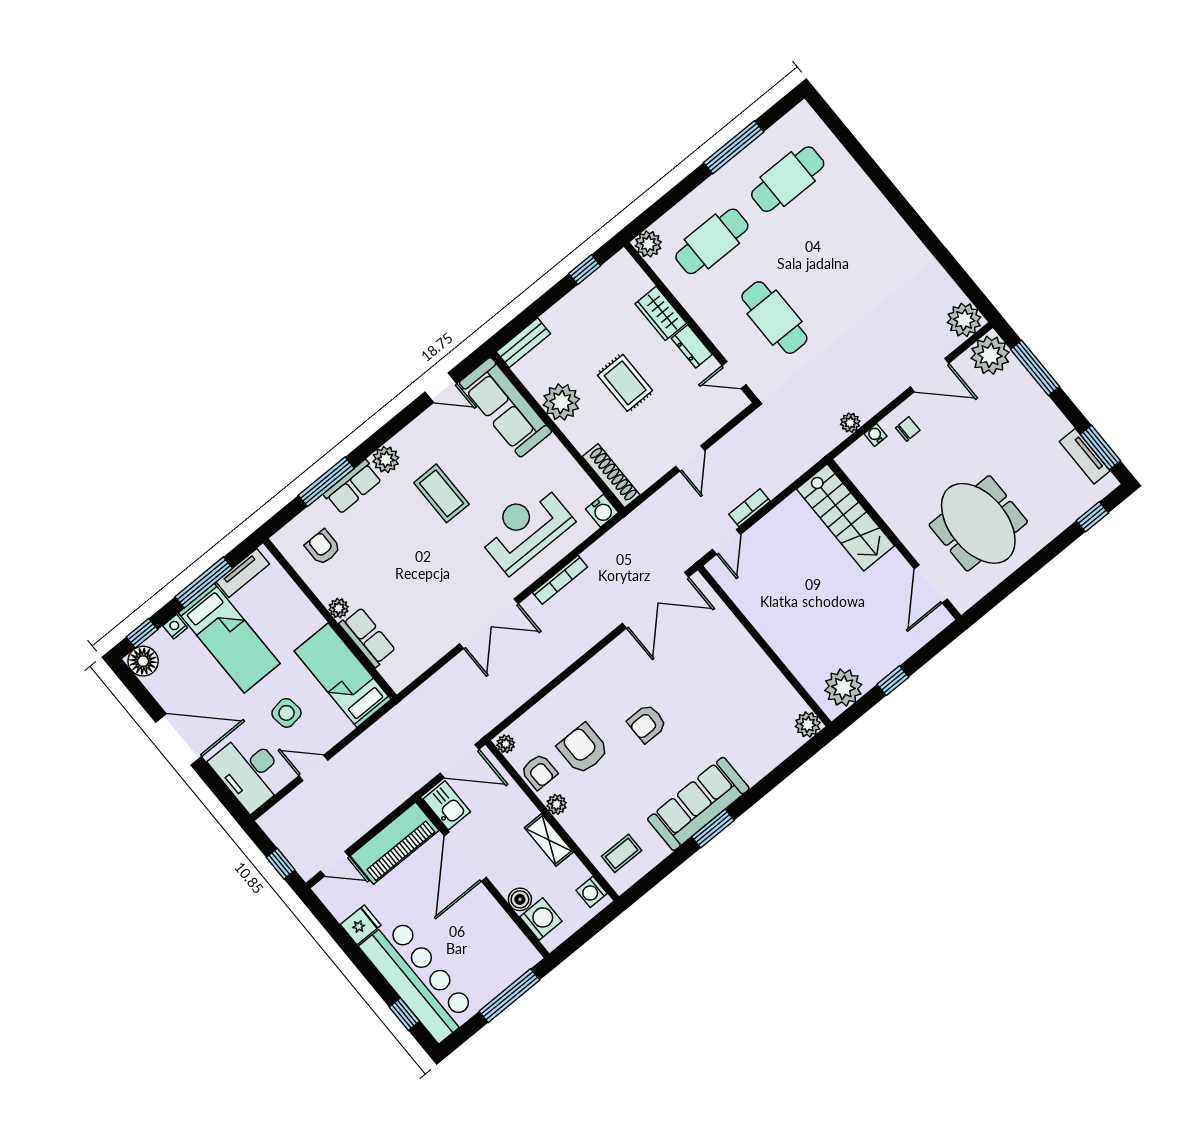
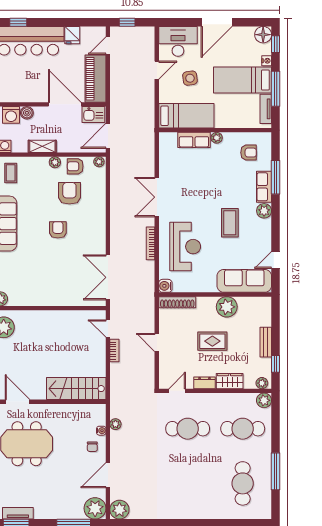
cafe table: (712, 241) -> (243, 429), turned 90
plant: (627, 267) -> (262, 383), added
bench: (523, 343) -> (266, 342), moved
coffee table: (441, 493) -> (230, 223), turned 90
armchair: (583, 749) -> (69, 193), turned -90

